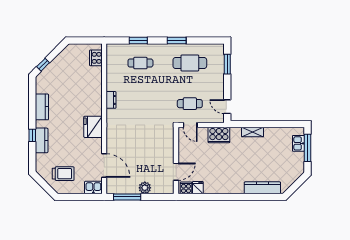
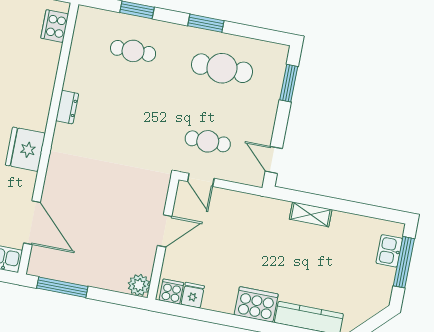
cooker: (219, 135) -> (256, 304), moved, turned 180
door: (176, 172) -> (165, 231), moved
plant: (145, 188) -> (139, 285), moved

